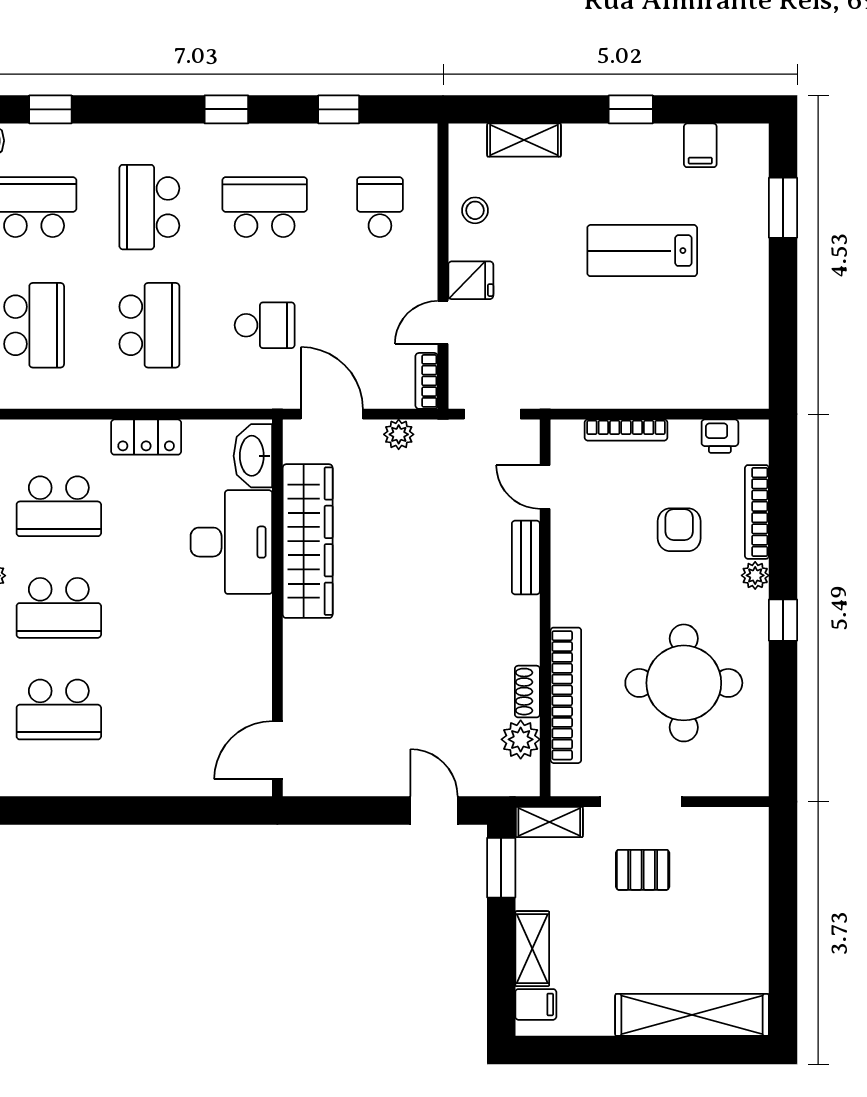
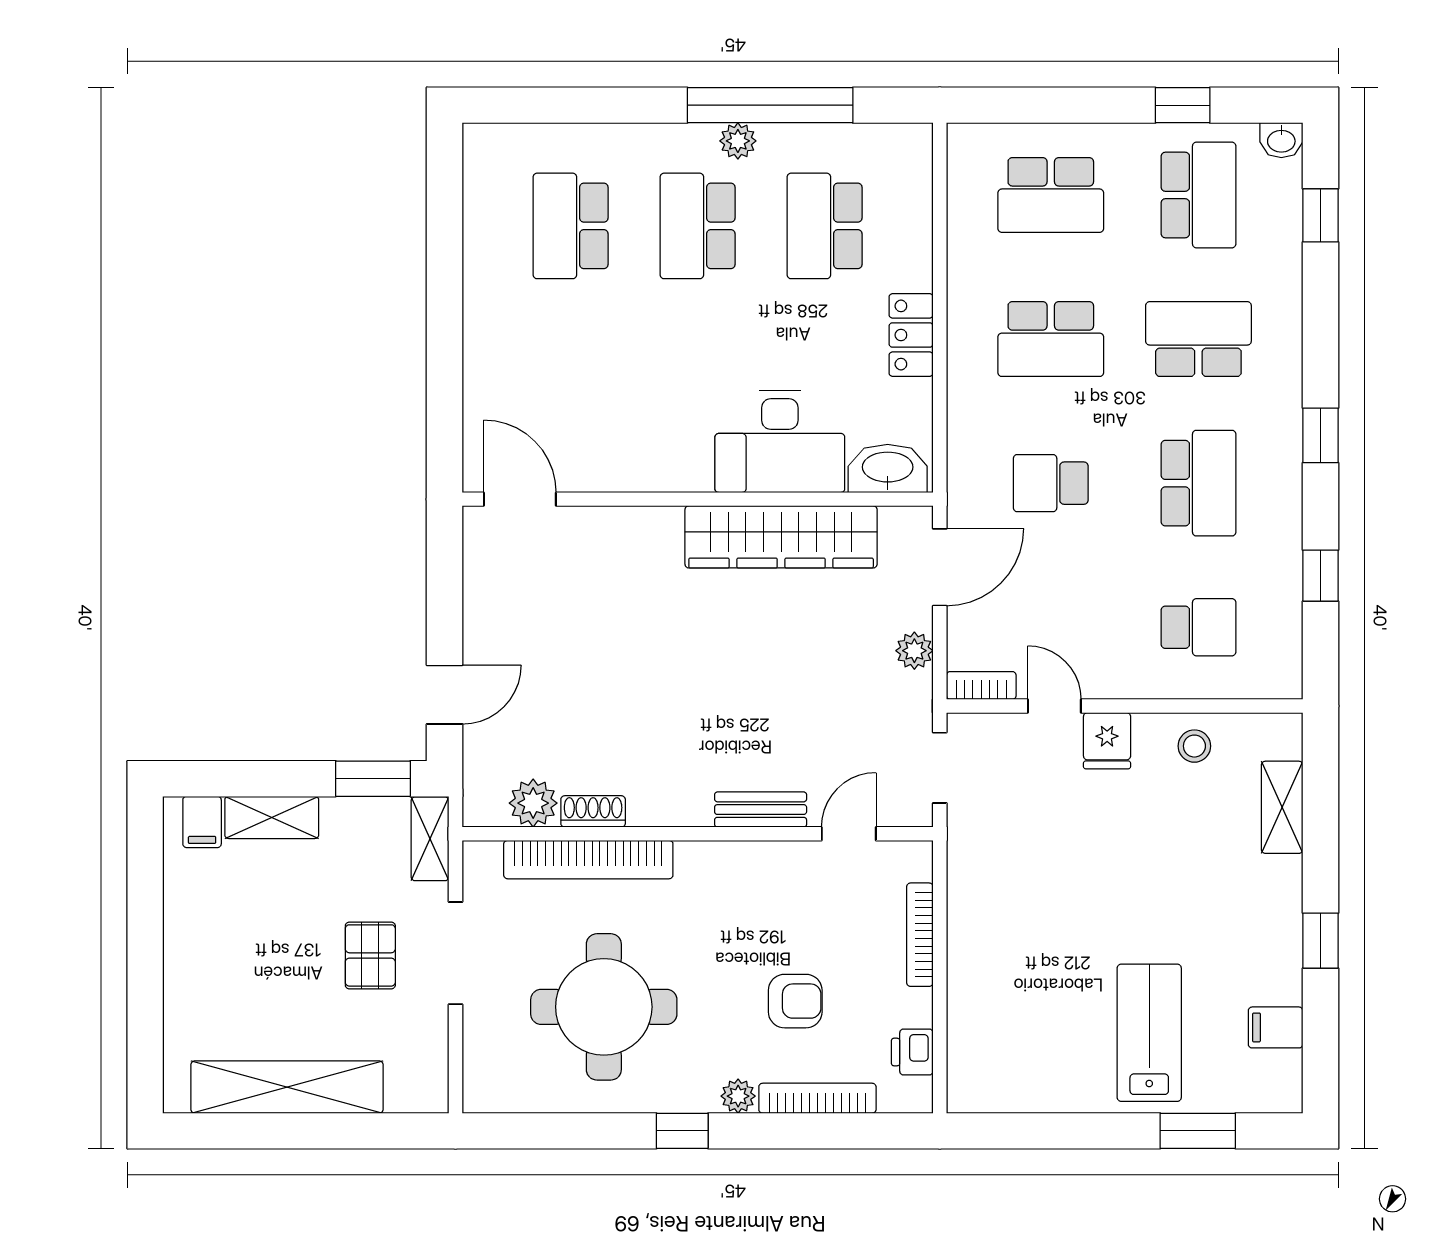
lab bench: (642, 251) -> (1149, 1033), moved
school desk: (265, 325) -> (1051, 483), turned 90
shelving: (692, 1015) -> (287, 1087), moved, turned 90

